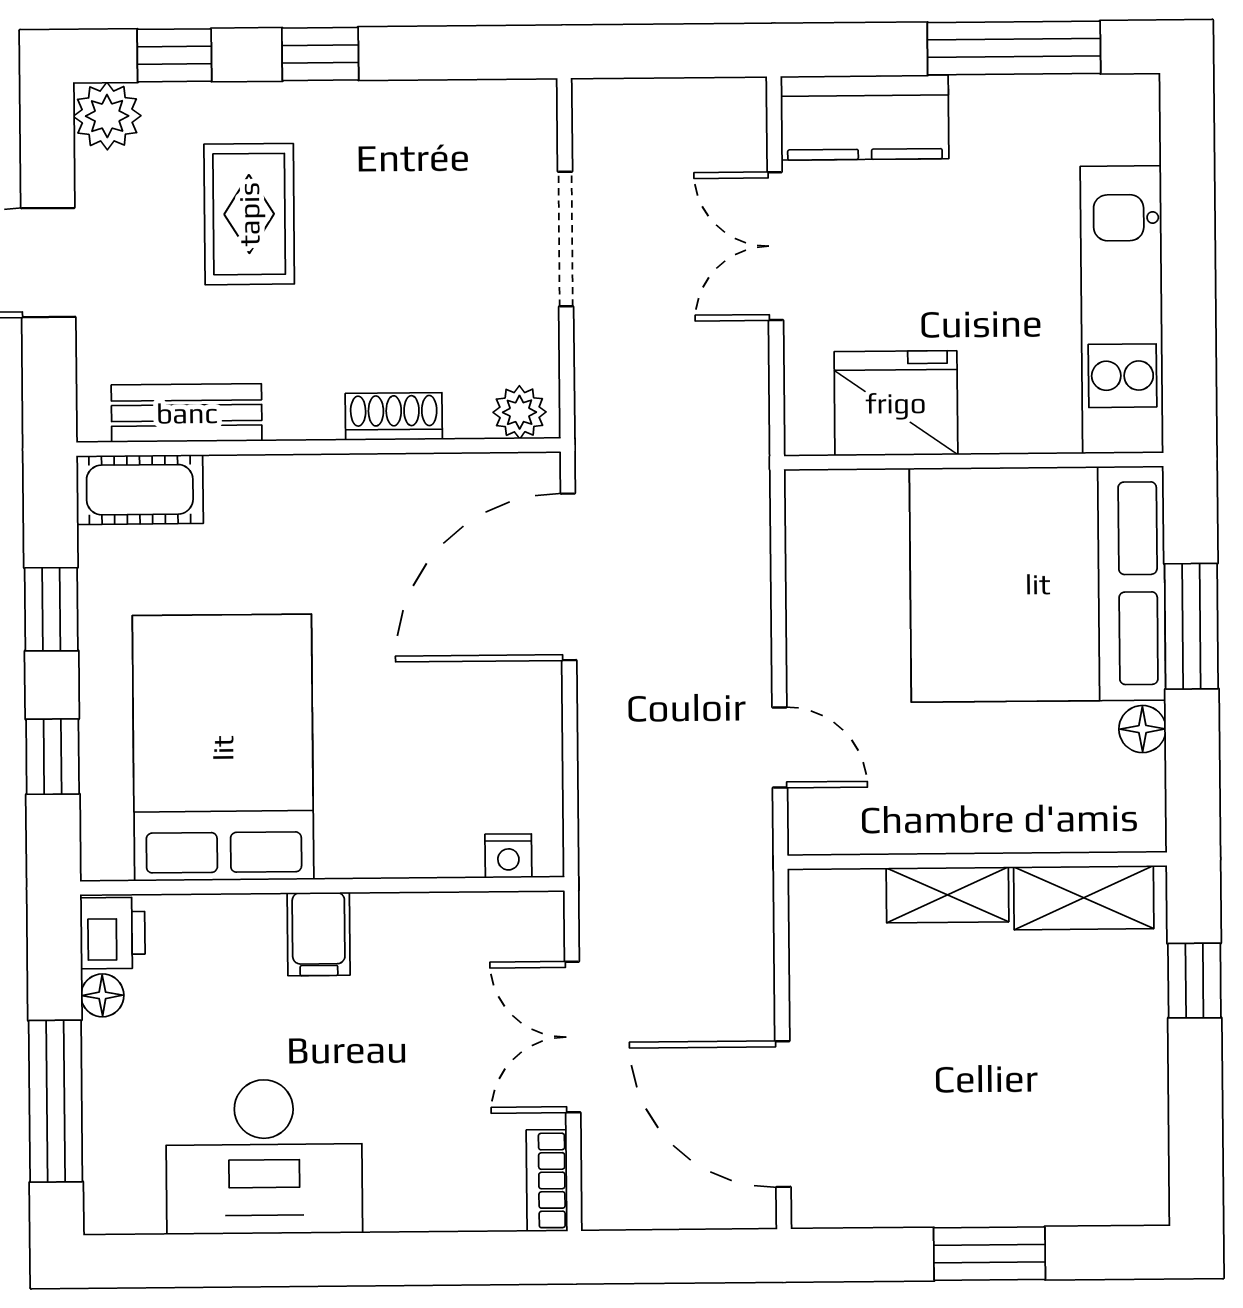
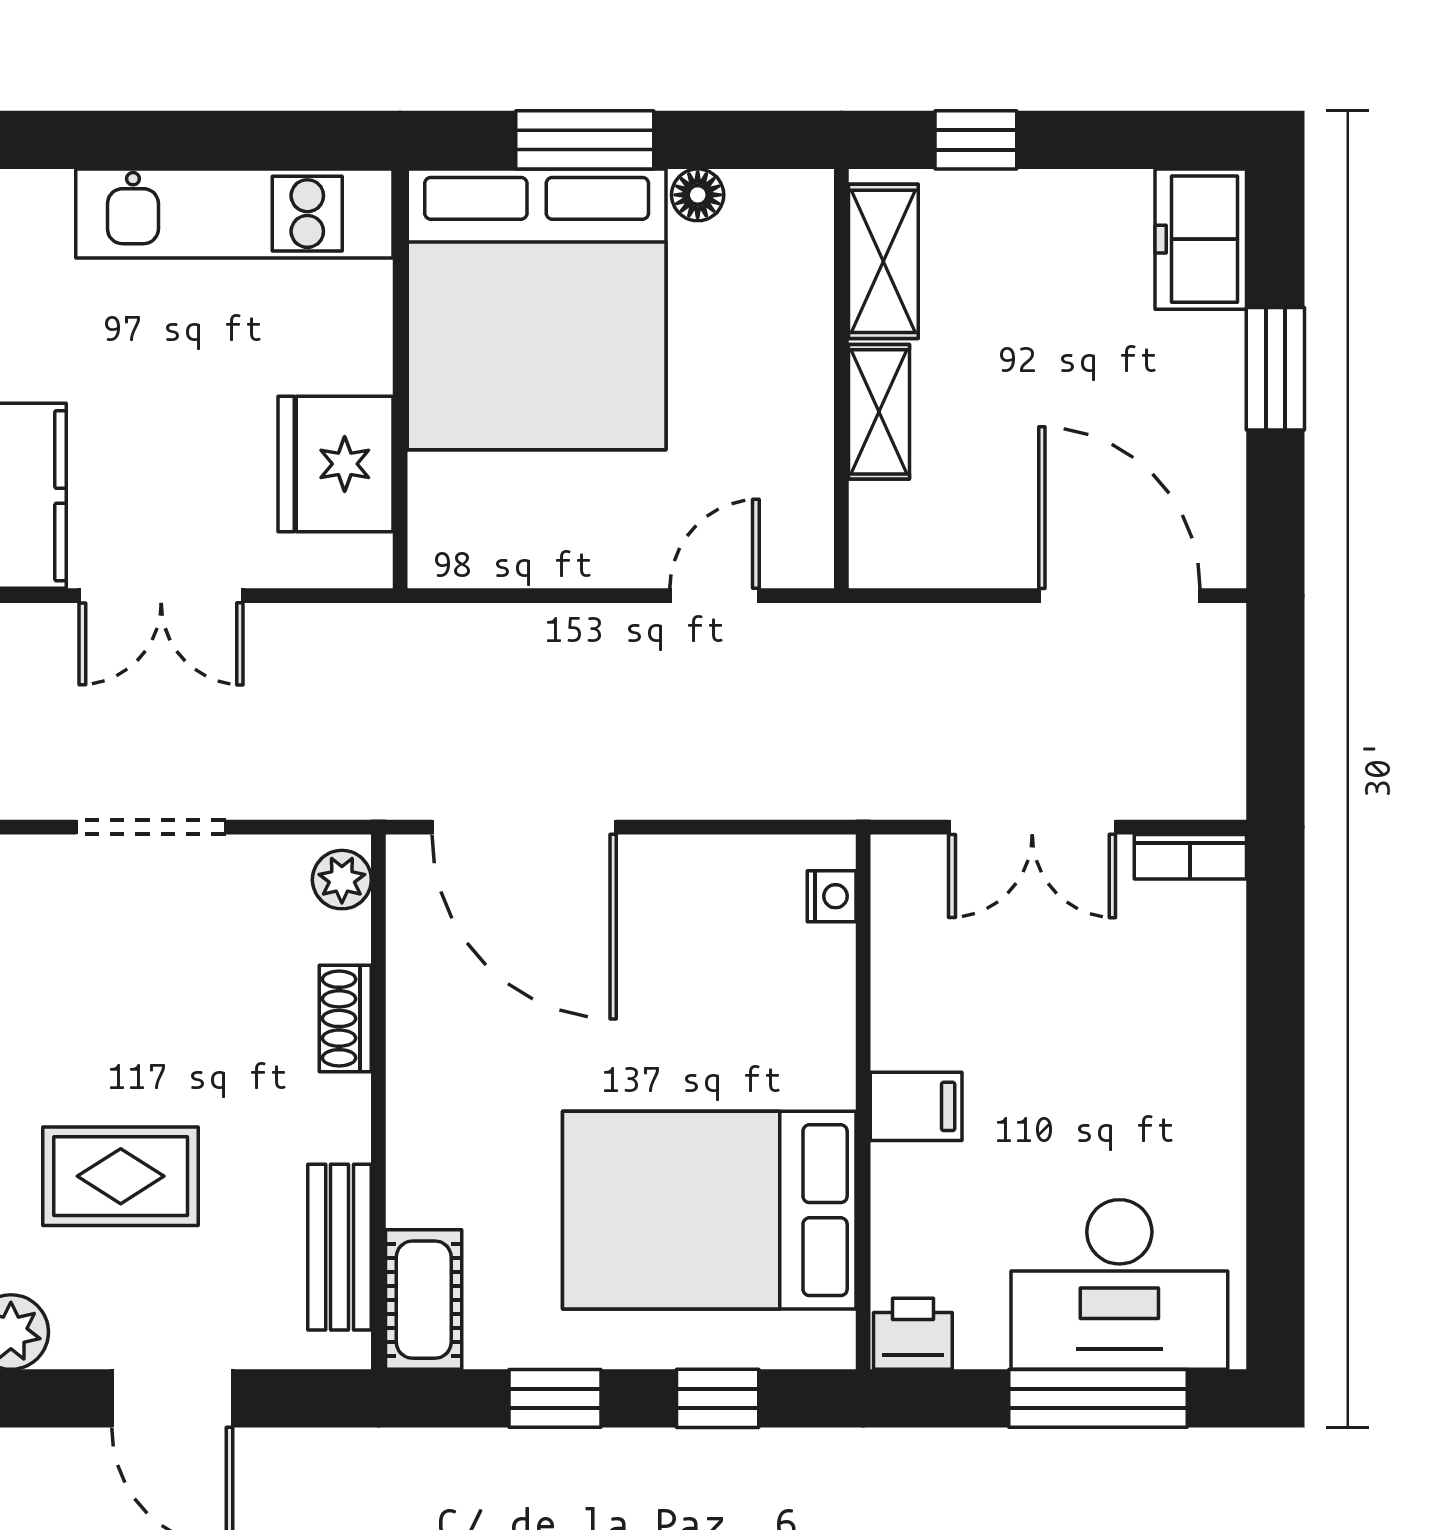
floor lamp: (102, 995) -> (982, 1346), removed
door: (783, 1114) -> (1119, 596), swing flipped
desk: (264, 1157) -> (1119, 1285), moved, turned 90
freezer: (1106, 1185) -> (1201, 239), added

